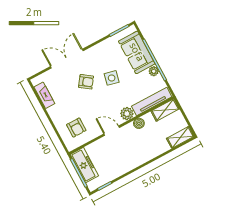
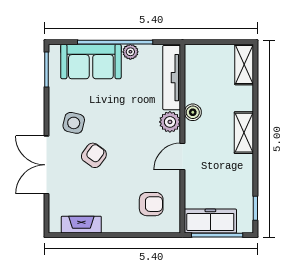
side table: (112, 78) -> (74, 123), moved
shelving: (165, 110) -> (244, 133), moved

